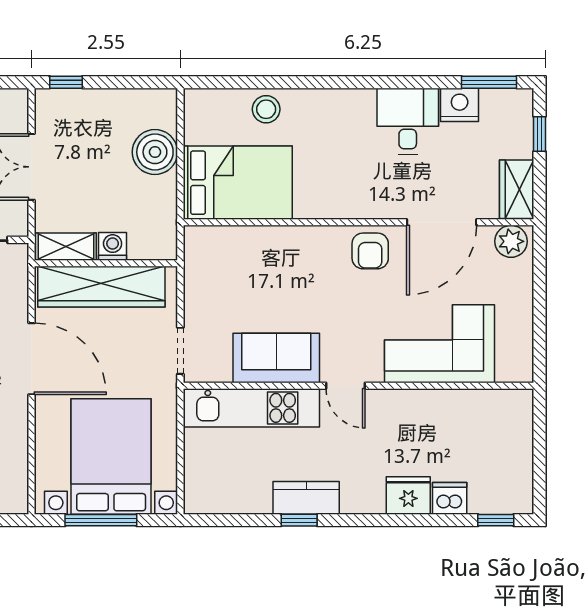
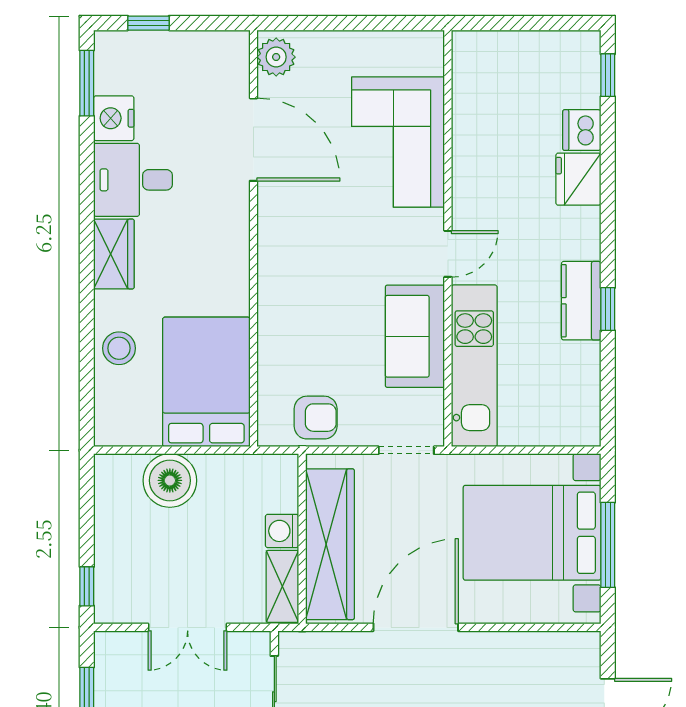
wardrobe: (517, 189) -> (114, 254), moved, turned -90
armchair: (370, 251) -> (316, 418), moved

